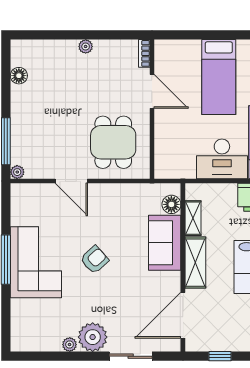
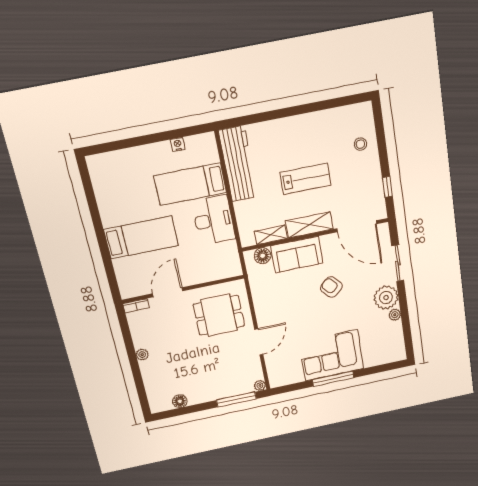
armchair: (94, 260) -> (331, 287), moved

